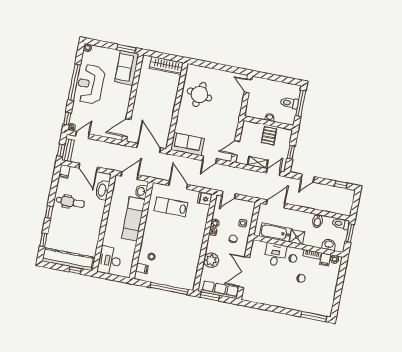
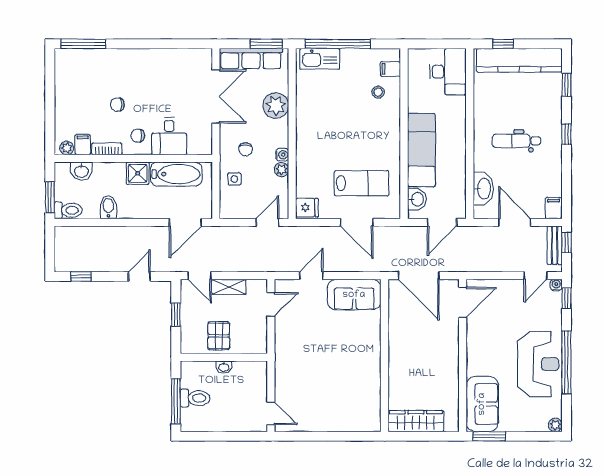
round table: (199, 95) -> (350, 383), removed
door: (273, 172) -> (200, 276), hinge flipped
dental chair: (70, 202) -> (516, 141), moved
kitchen sink: (181, 282) -> (320, 59), added

